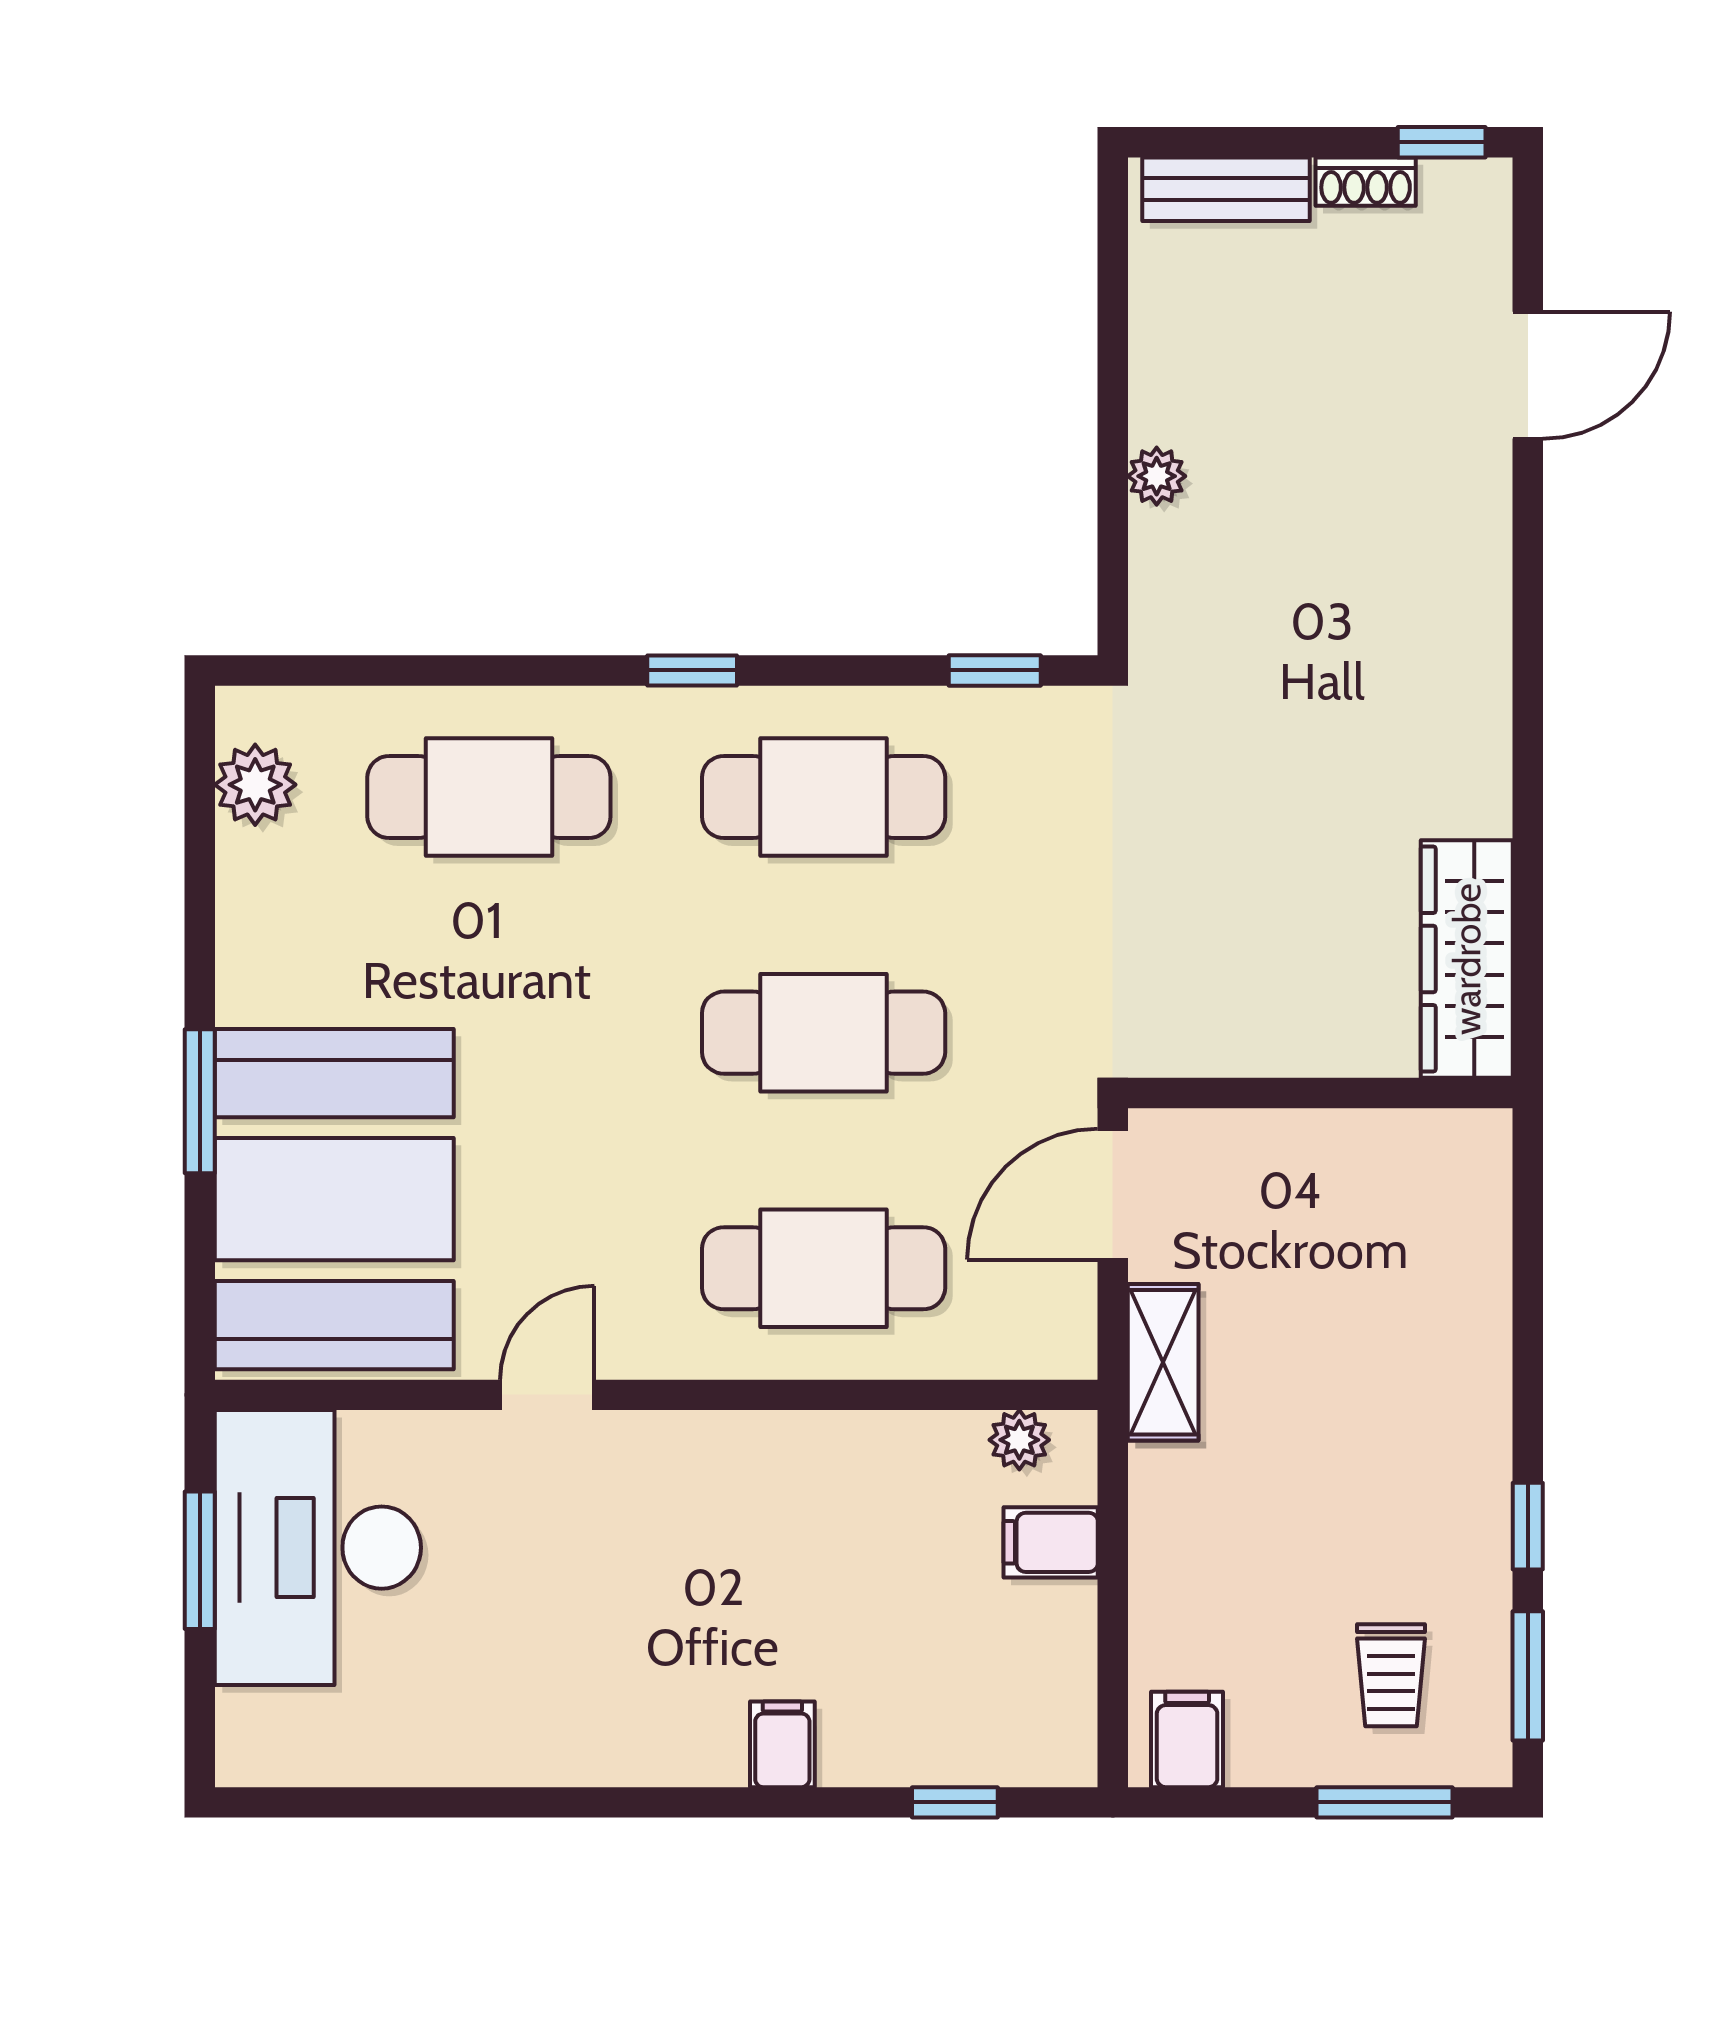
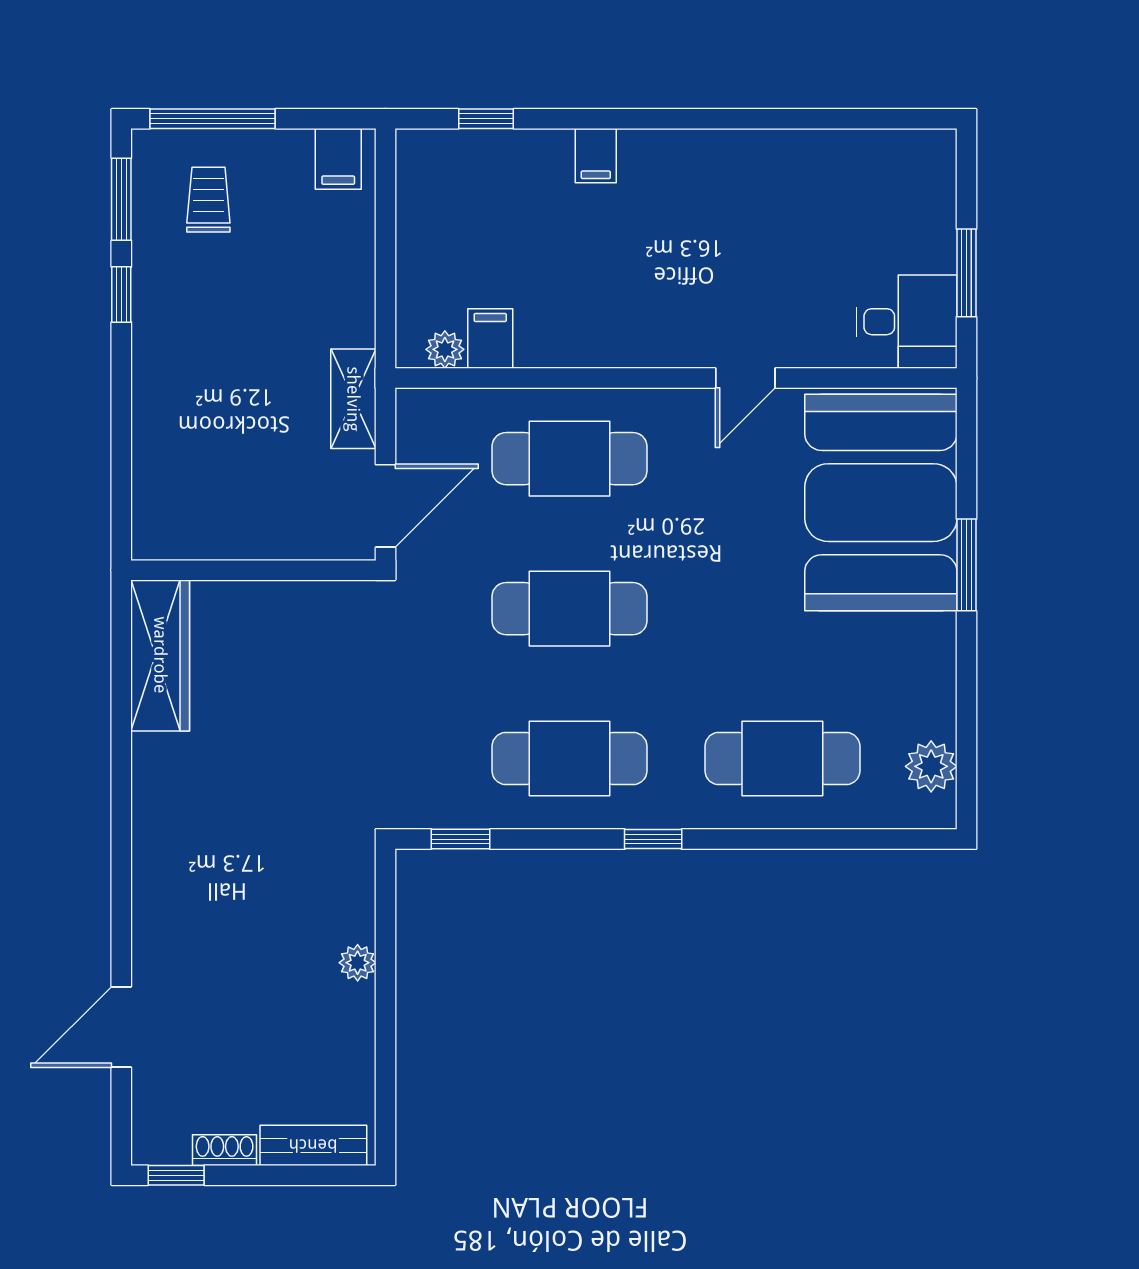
filing cabinet: (1051, 1542) -> (490, 339), moved, turned -90
desk: (318, 1548) -> (906, 322), width x0.53, depth x0.77
window: (1384, 1802) -> (213, 119), width x1.44

